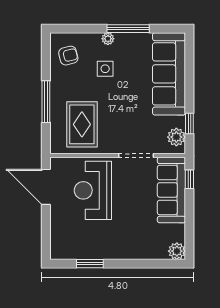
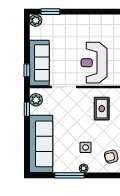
rug: (82, 124) -> (102, 109), width x0.73, depth x0.70
reception desk: (93, 190) -> (94, 63), turned 180
window: (90, 264) -> (50, 12), moved

